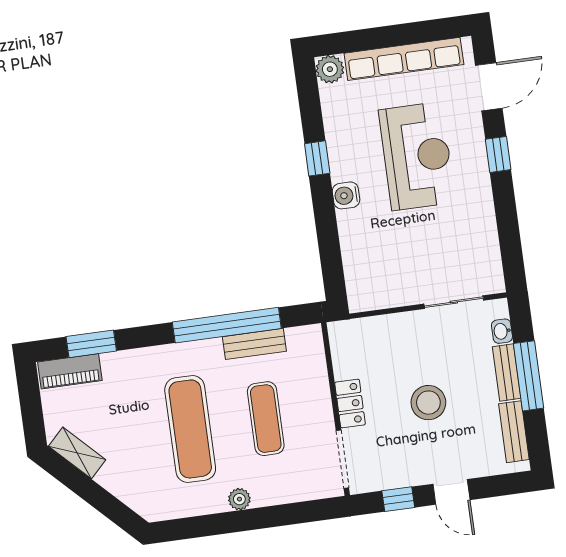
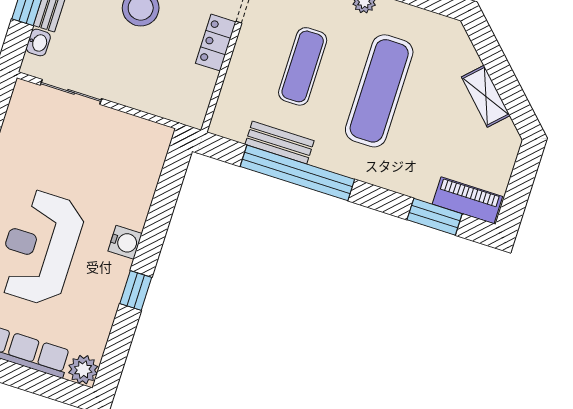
shelving: (77, 453) -> (486, 96), moved

